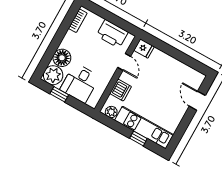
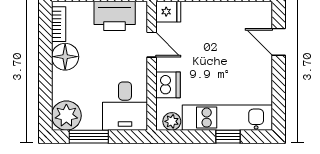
floor lamp: (62, 58) -> (65, 57), moved
desk: (80, 83) -> (125, 106), moved
window: (59, 94) -> (89, 137), width x1.50

